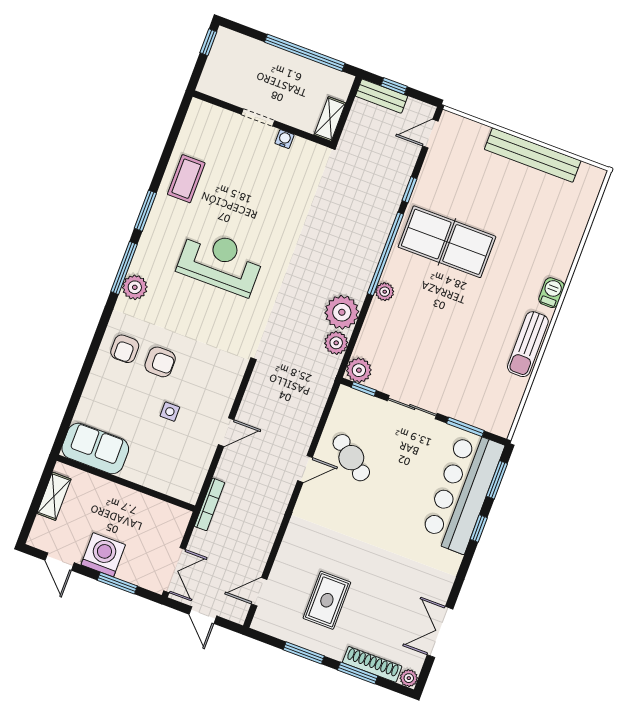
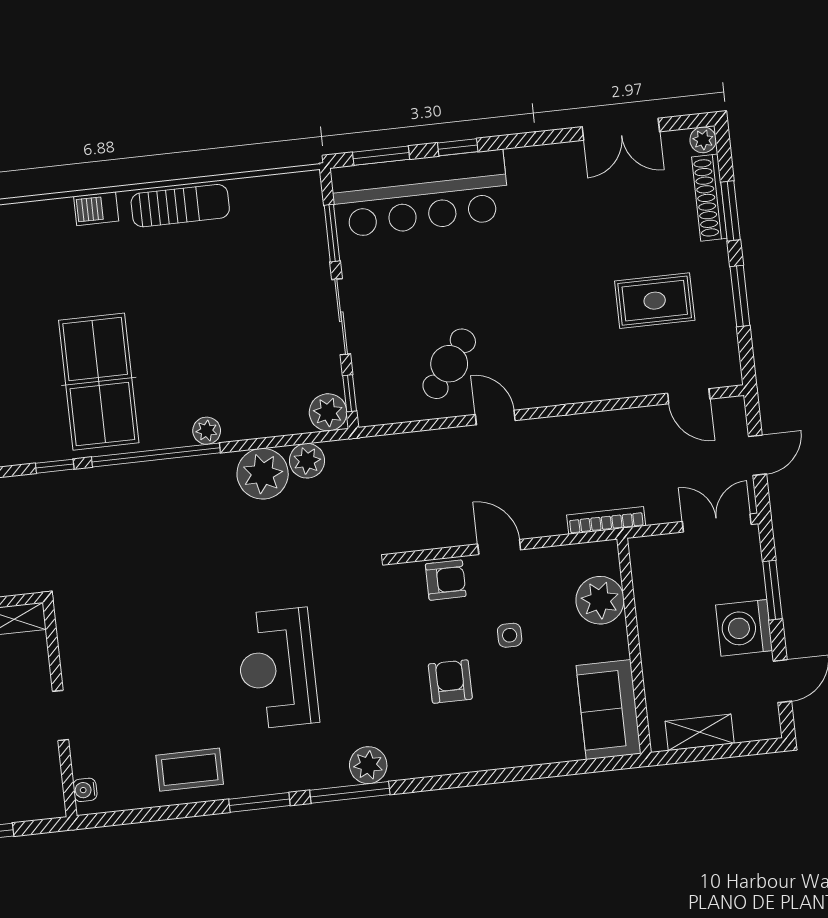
water cooler: (285, 139) -> (85, 790), moved
armchair: (125, 349) -> (446, 580), moved
plant: (164, 477) -> (600, 600), added

